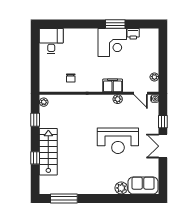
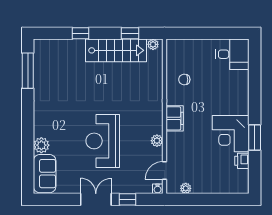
filing cabinet: (113, 85) -> (175, 118), moved
stairs: (48, 152) -> (116, 50), moved

